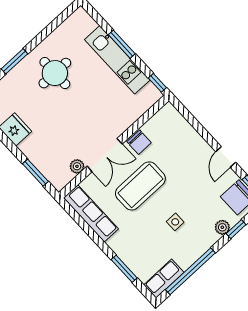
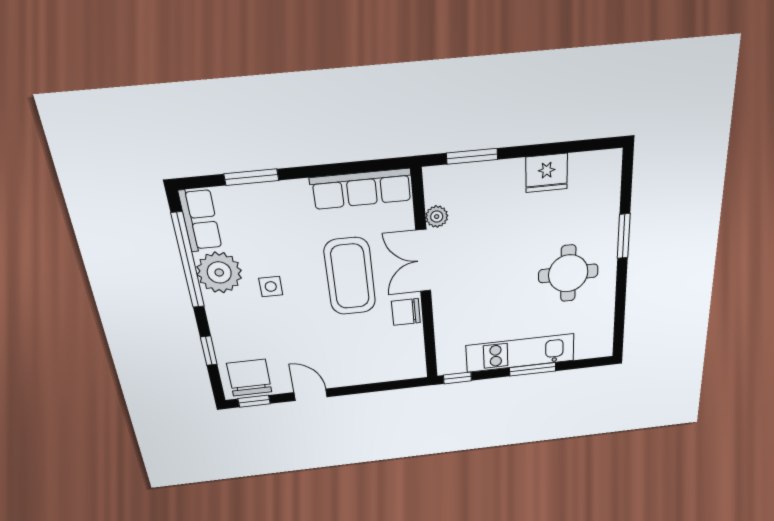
plant: (222, 227) -> (219, 272), moved, width x1.87, depth x1.87

